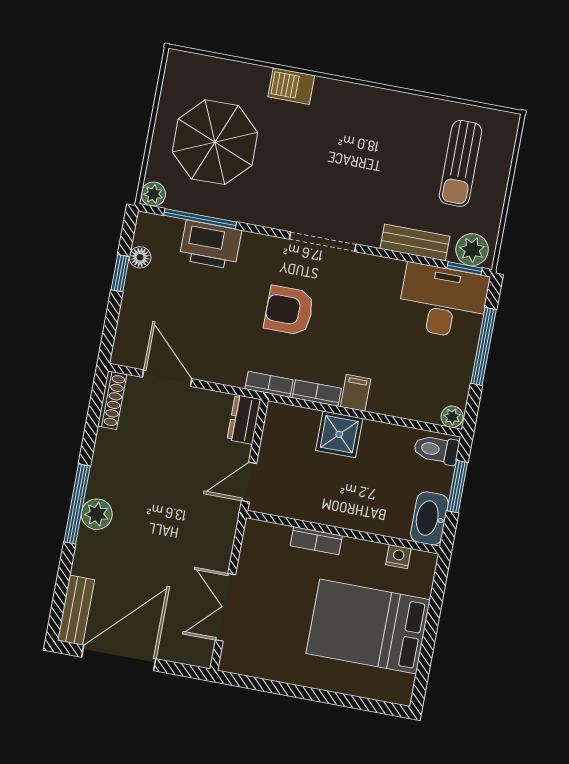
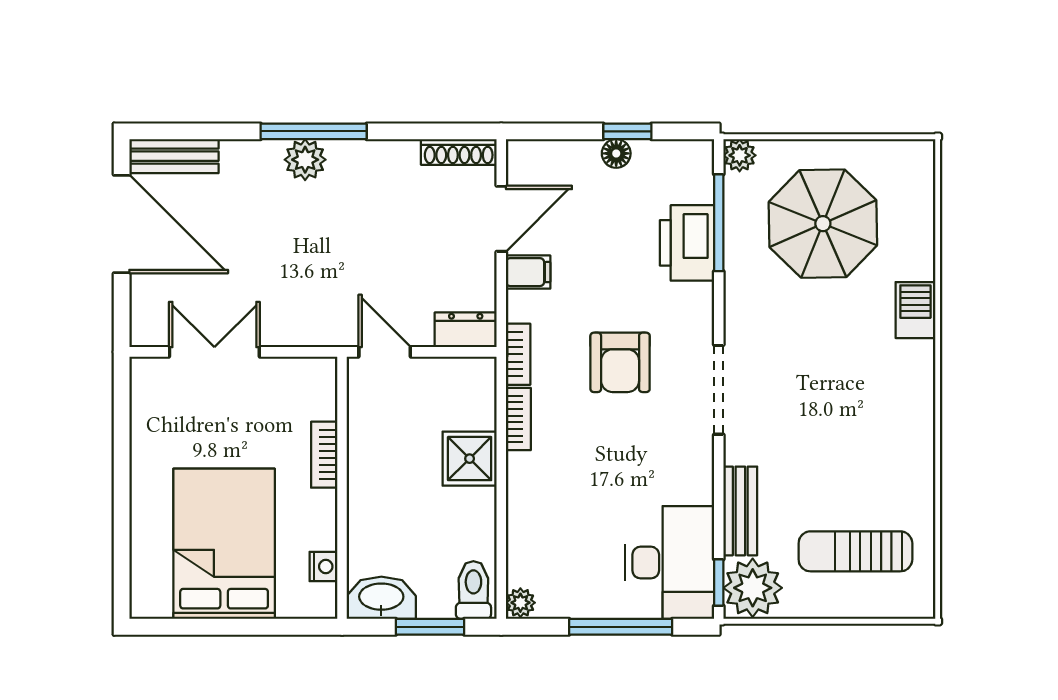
plant: (472, 250) -> (753, 588), width x1.36, depth x1.36
floor lamp: (140, 257) -> (616, 153), moved
armchair: (289, 310) -> (620, 362), turned 180
filing cabinet: (356, 393) -> (528, 272), moved

